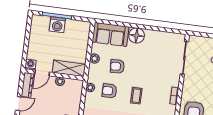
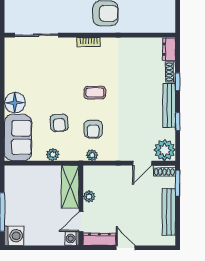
washing machine: (57, 25) -> (14, 236), moved
door: (42, 73) -> (81, 222), swing flipped

